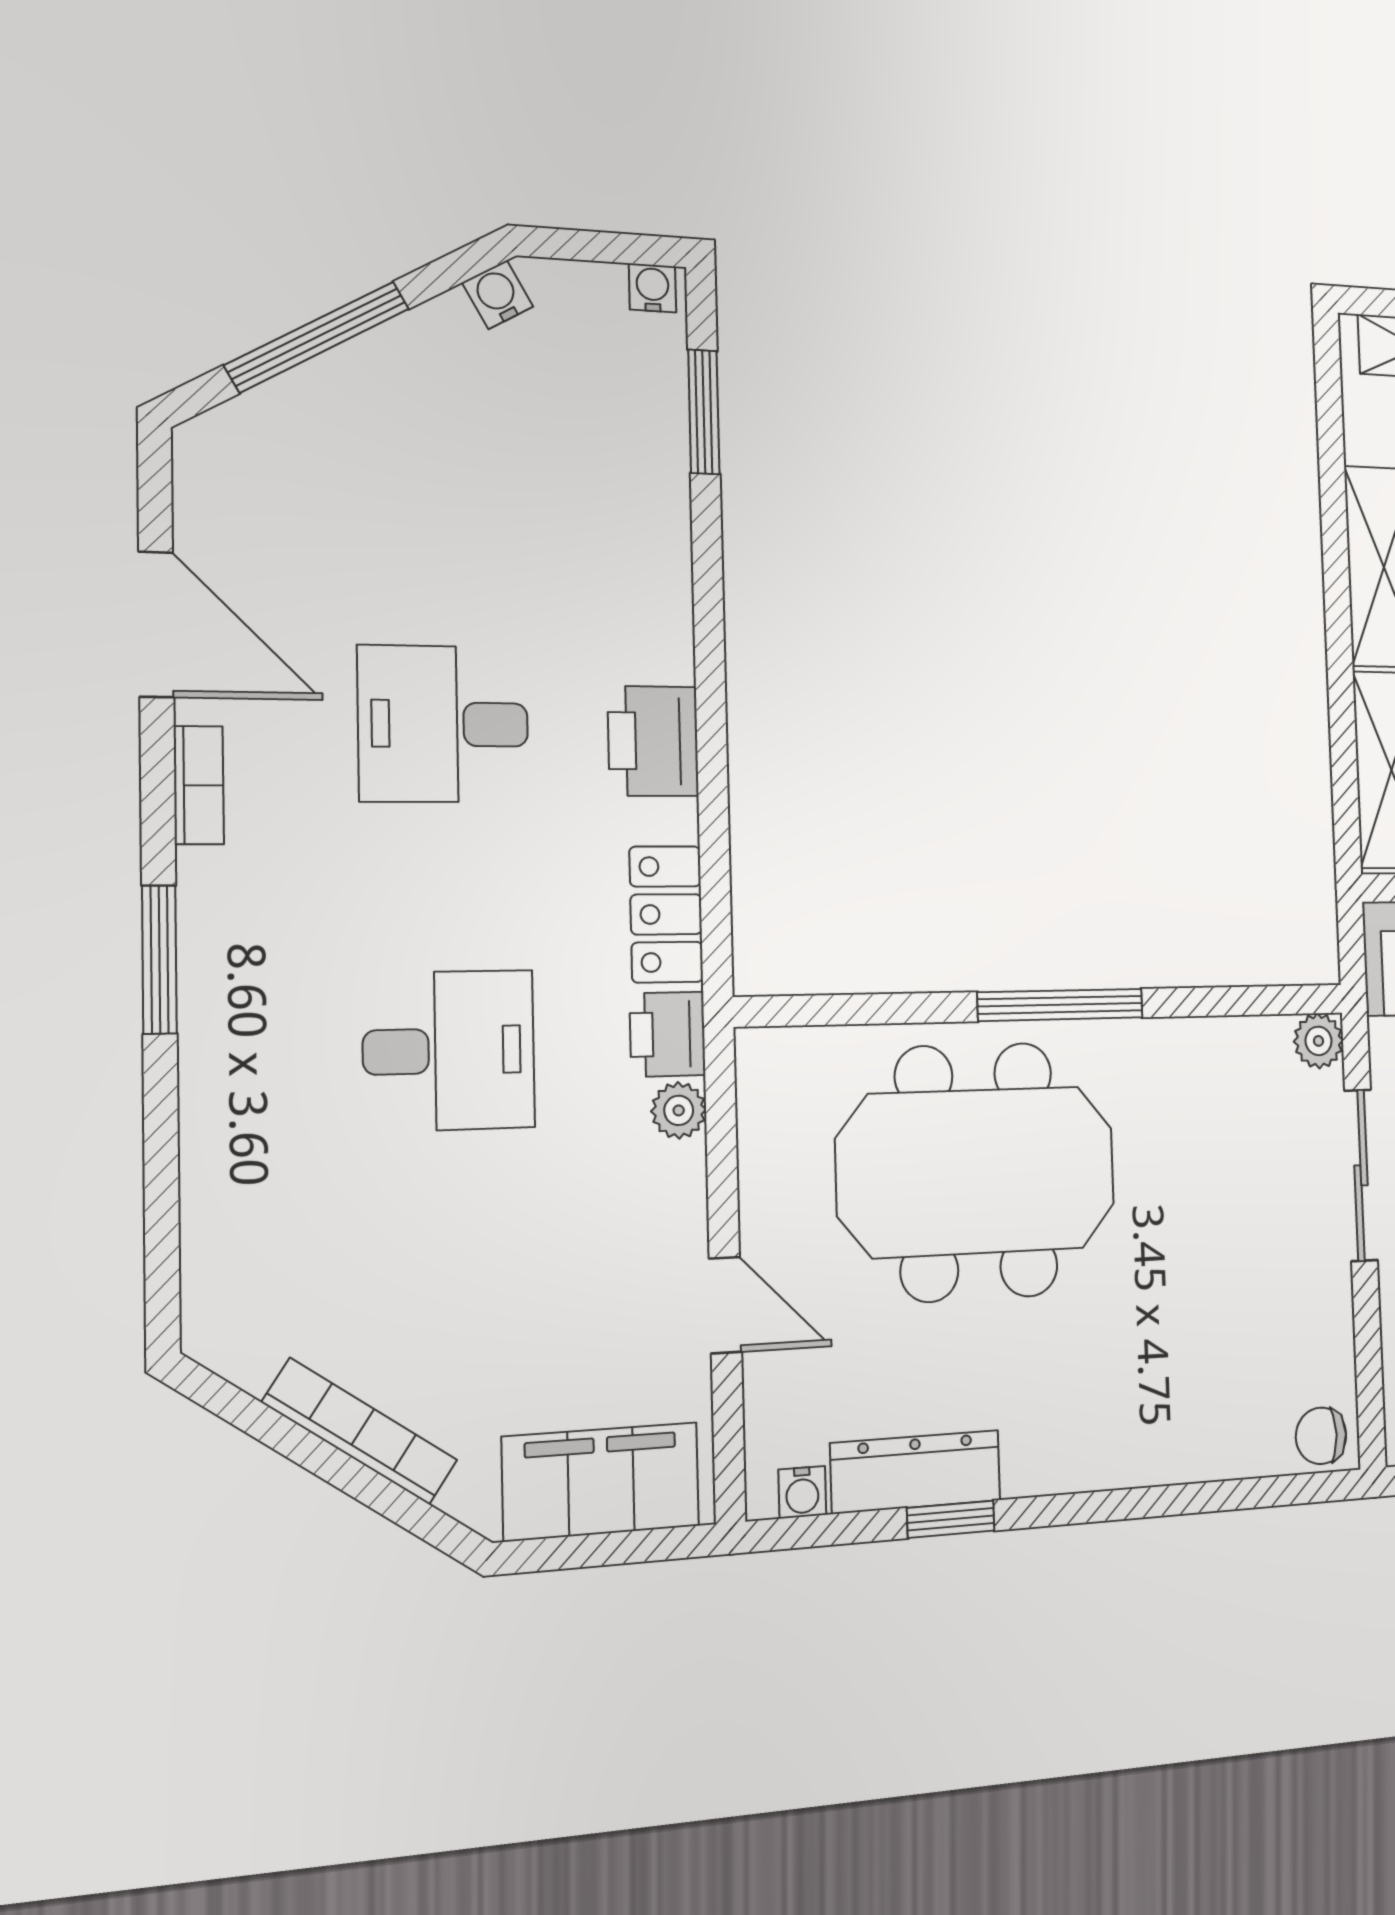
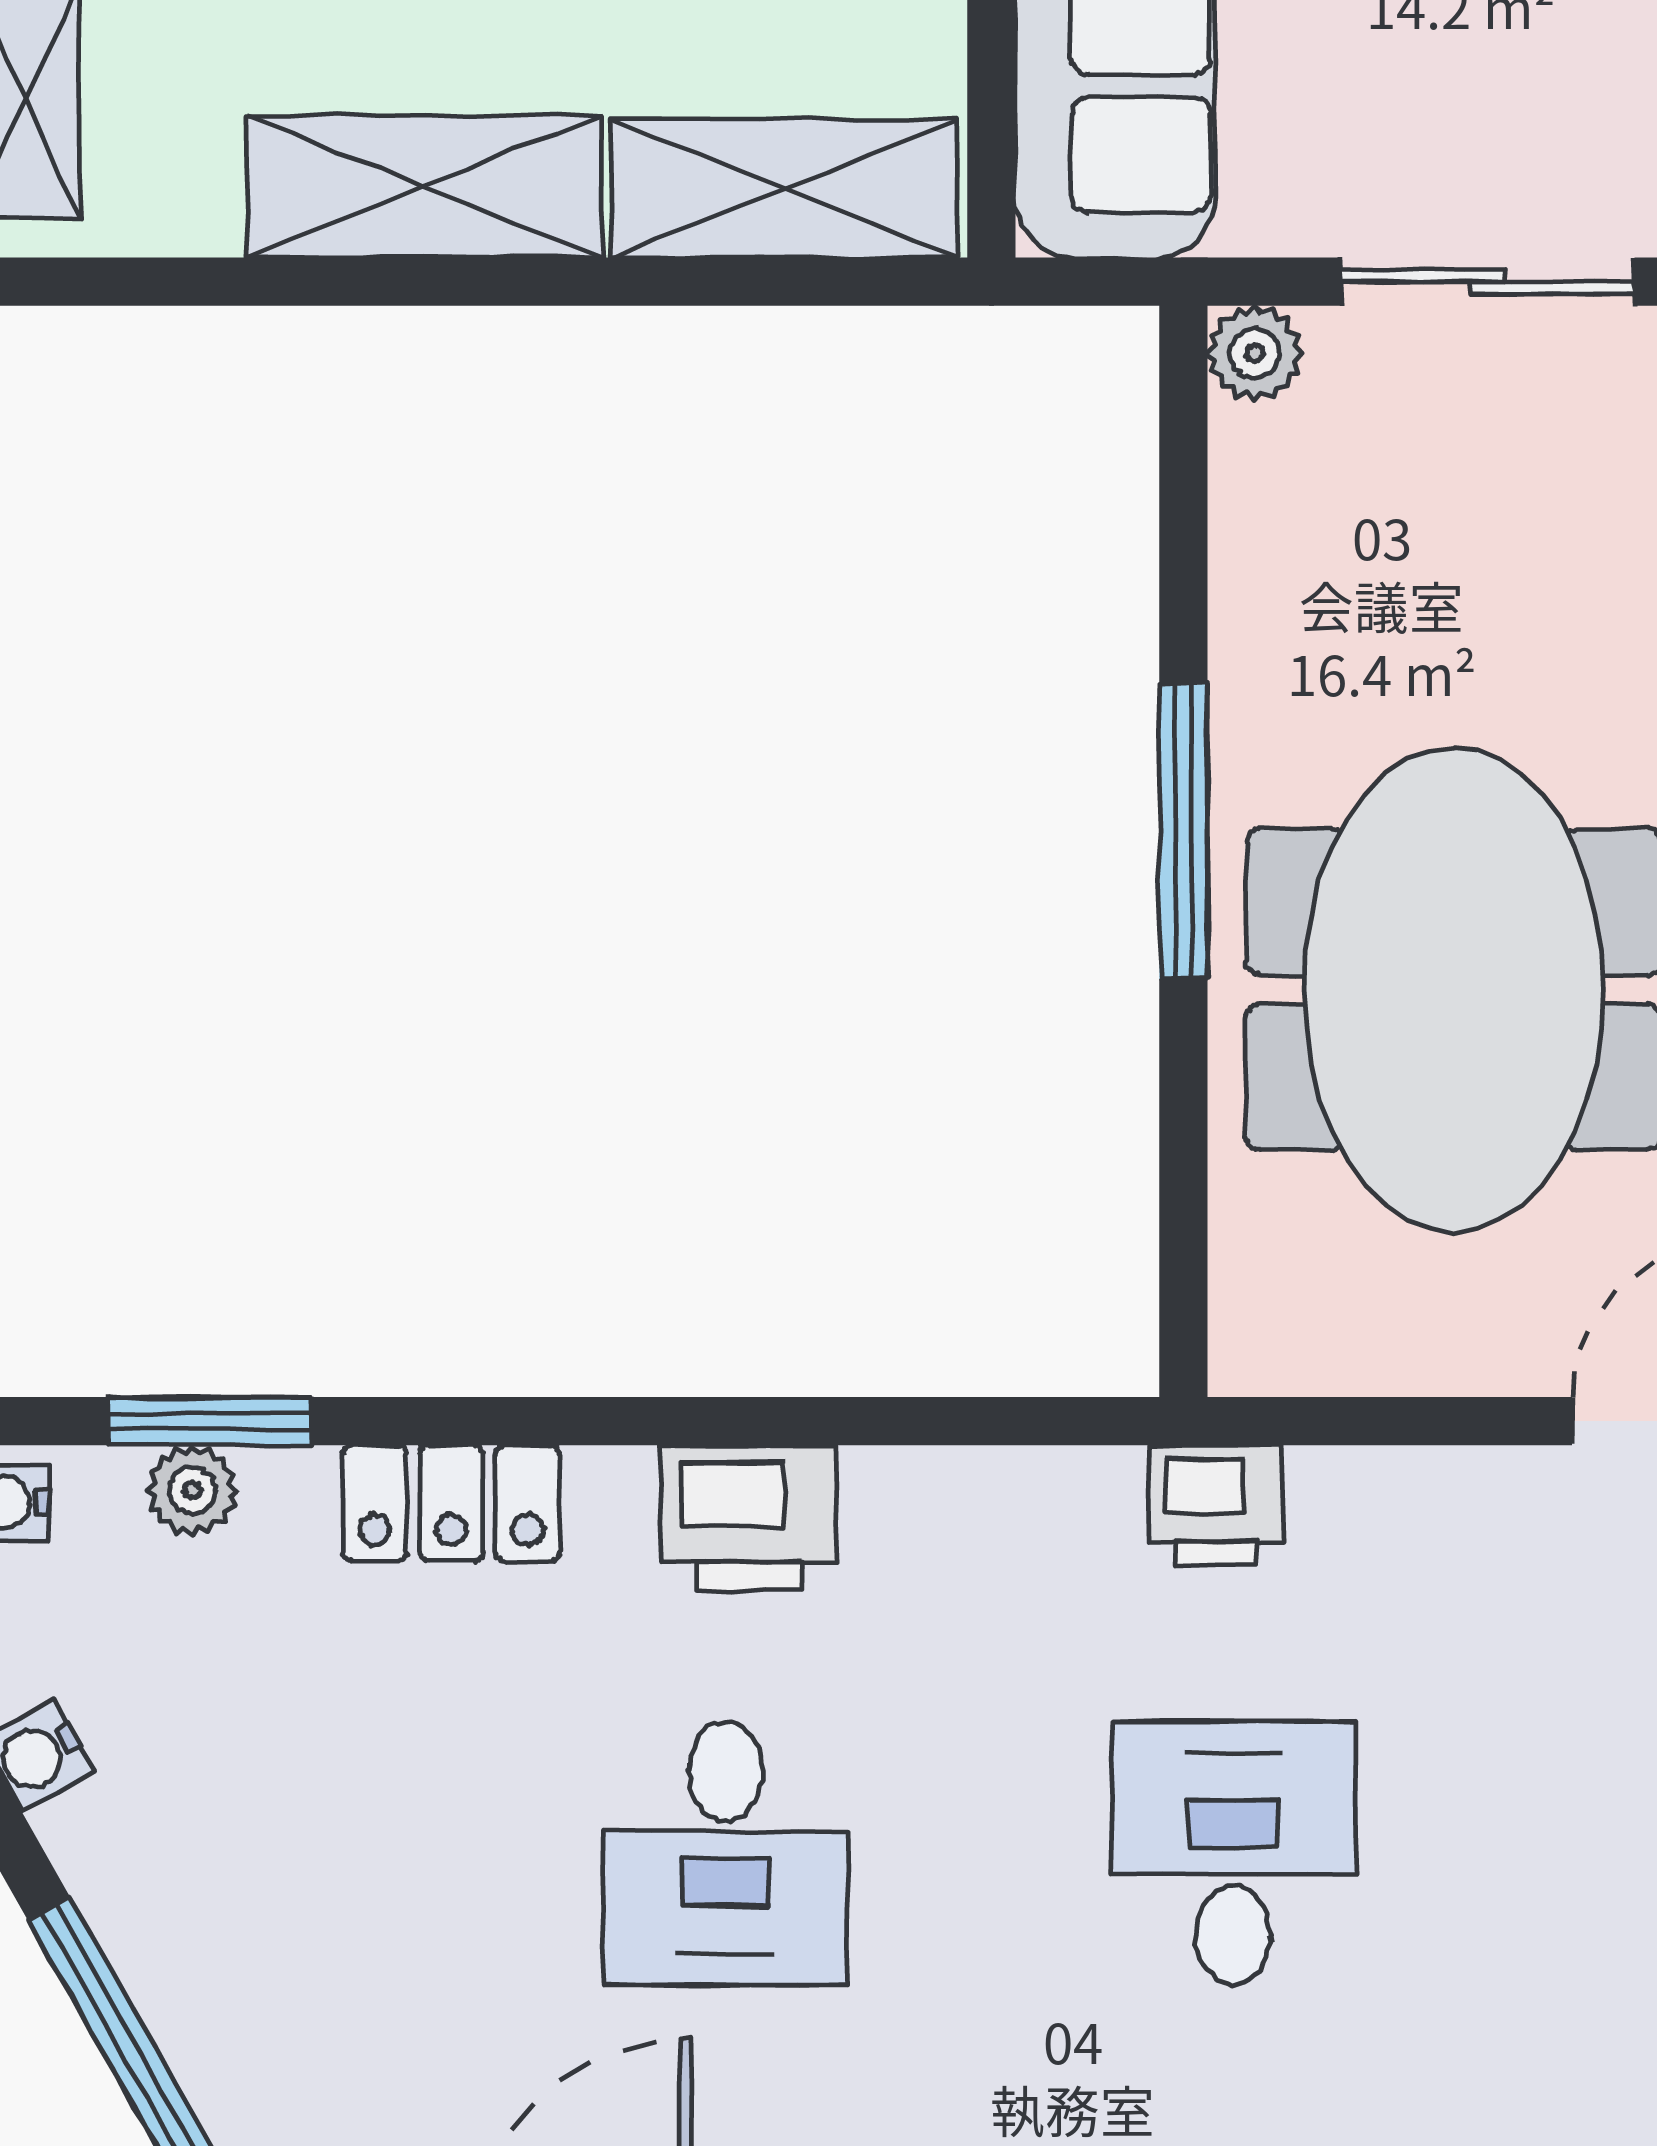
locker: (666, 914) -> (451, 1503), moved
plant: (679, 1110) -> (192, 1490), moved

